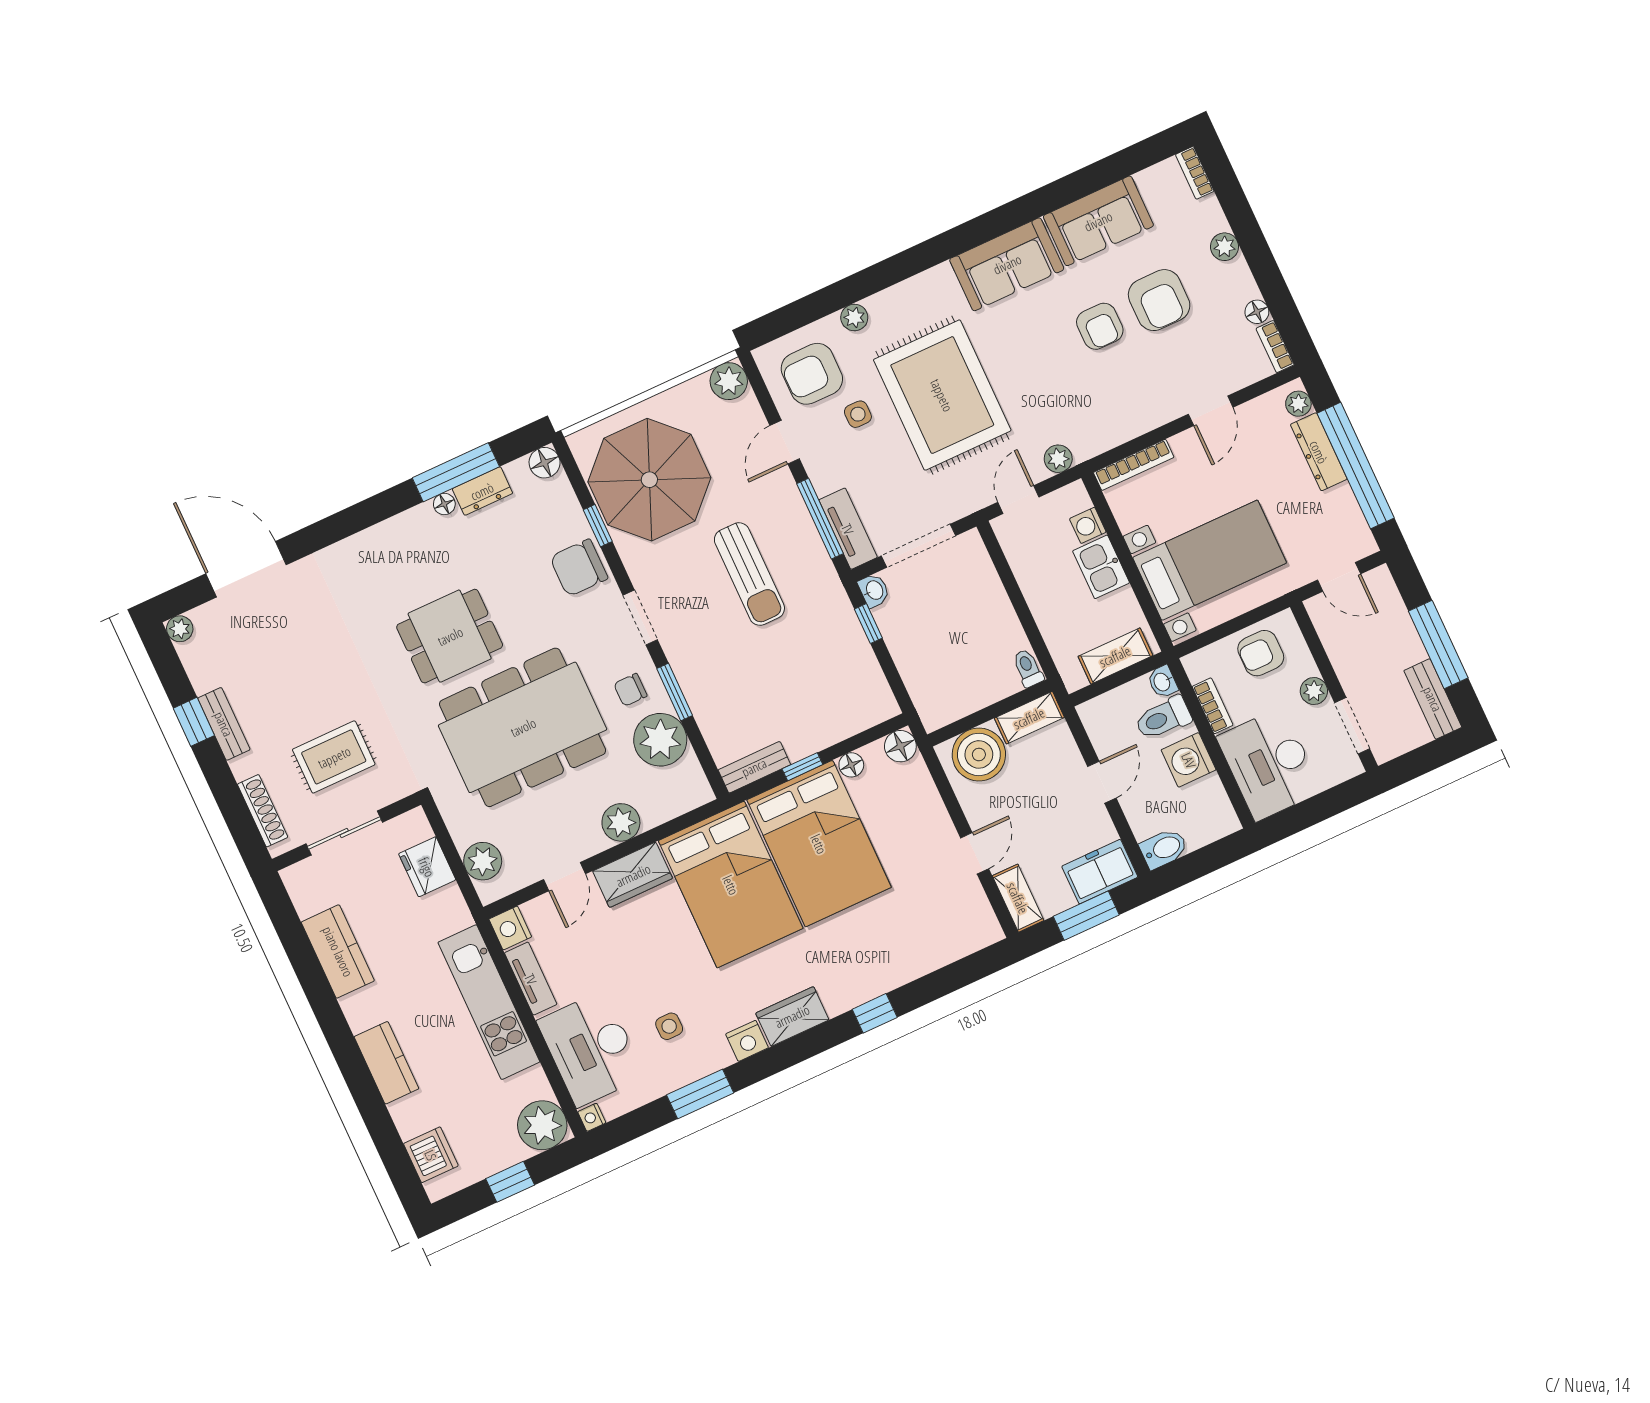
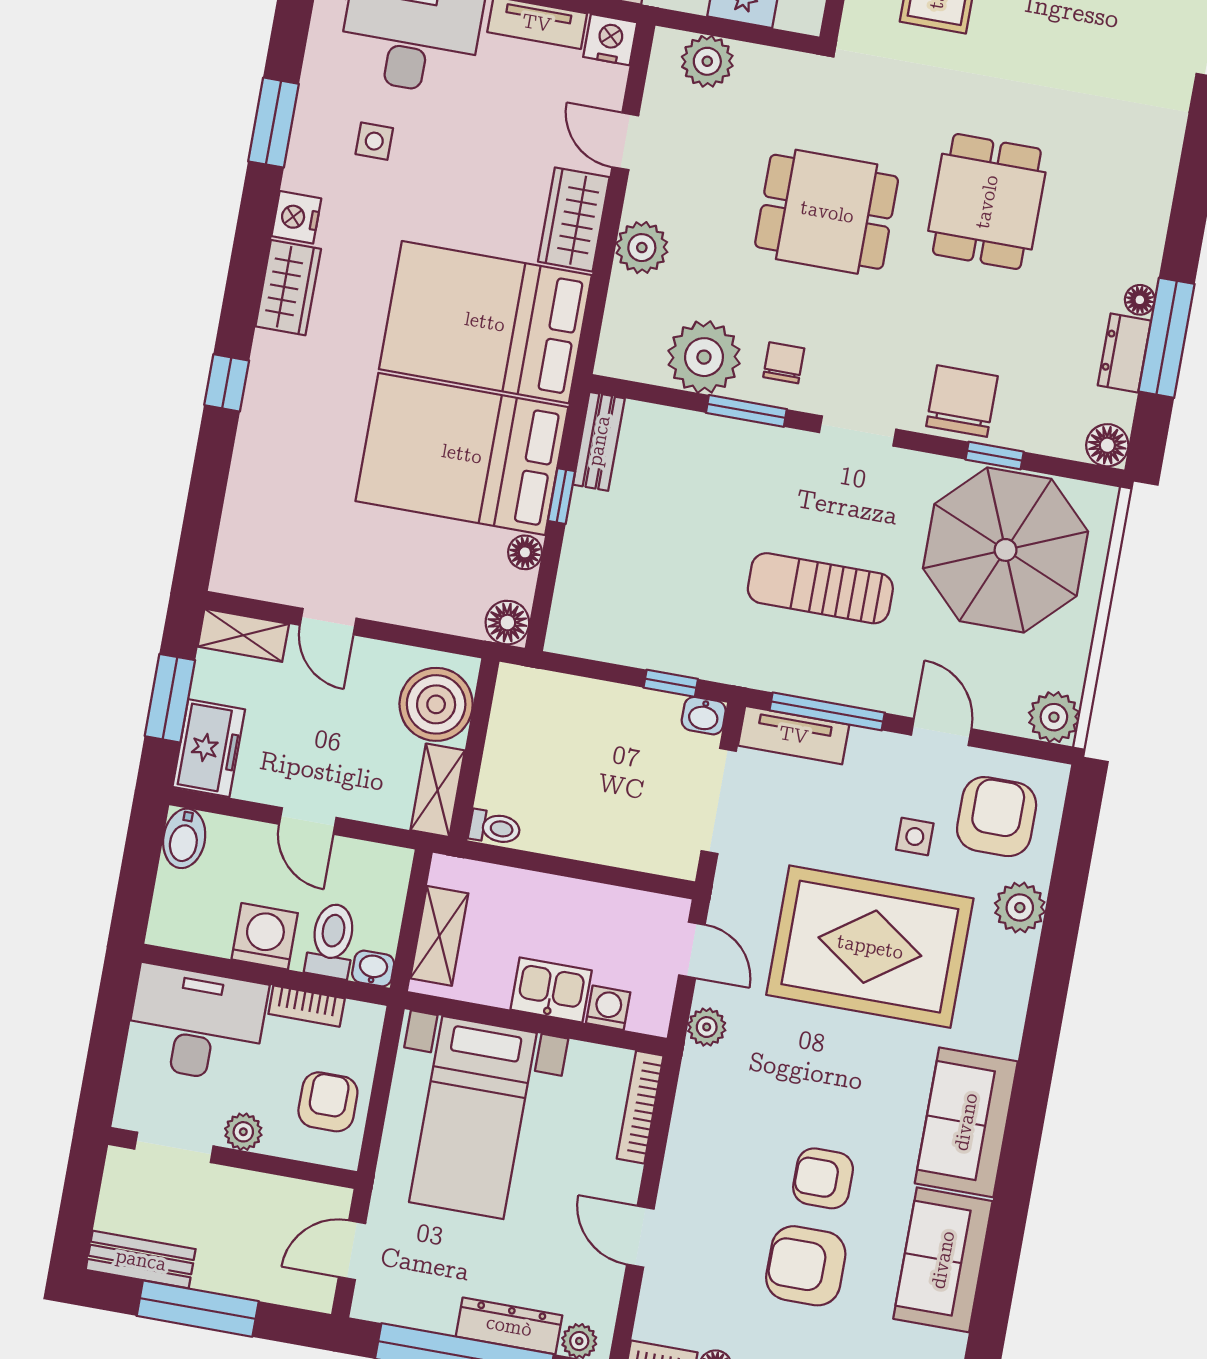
plant: (854, 317) -> (1020, 908), width x1.38, depth x1.38
dining table: (523, 727) -> (827, 212), width x0.53, depth x0.80

